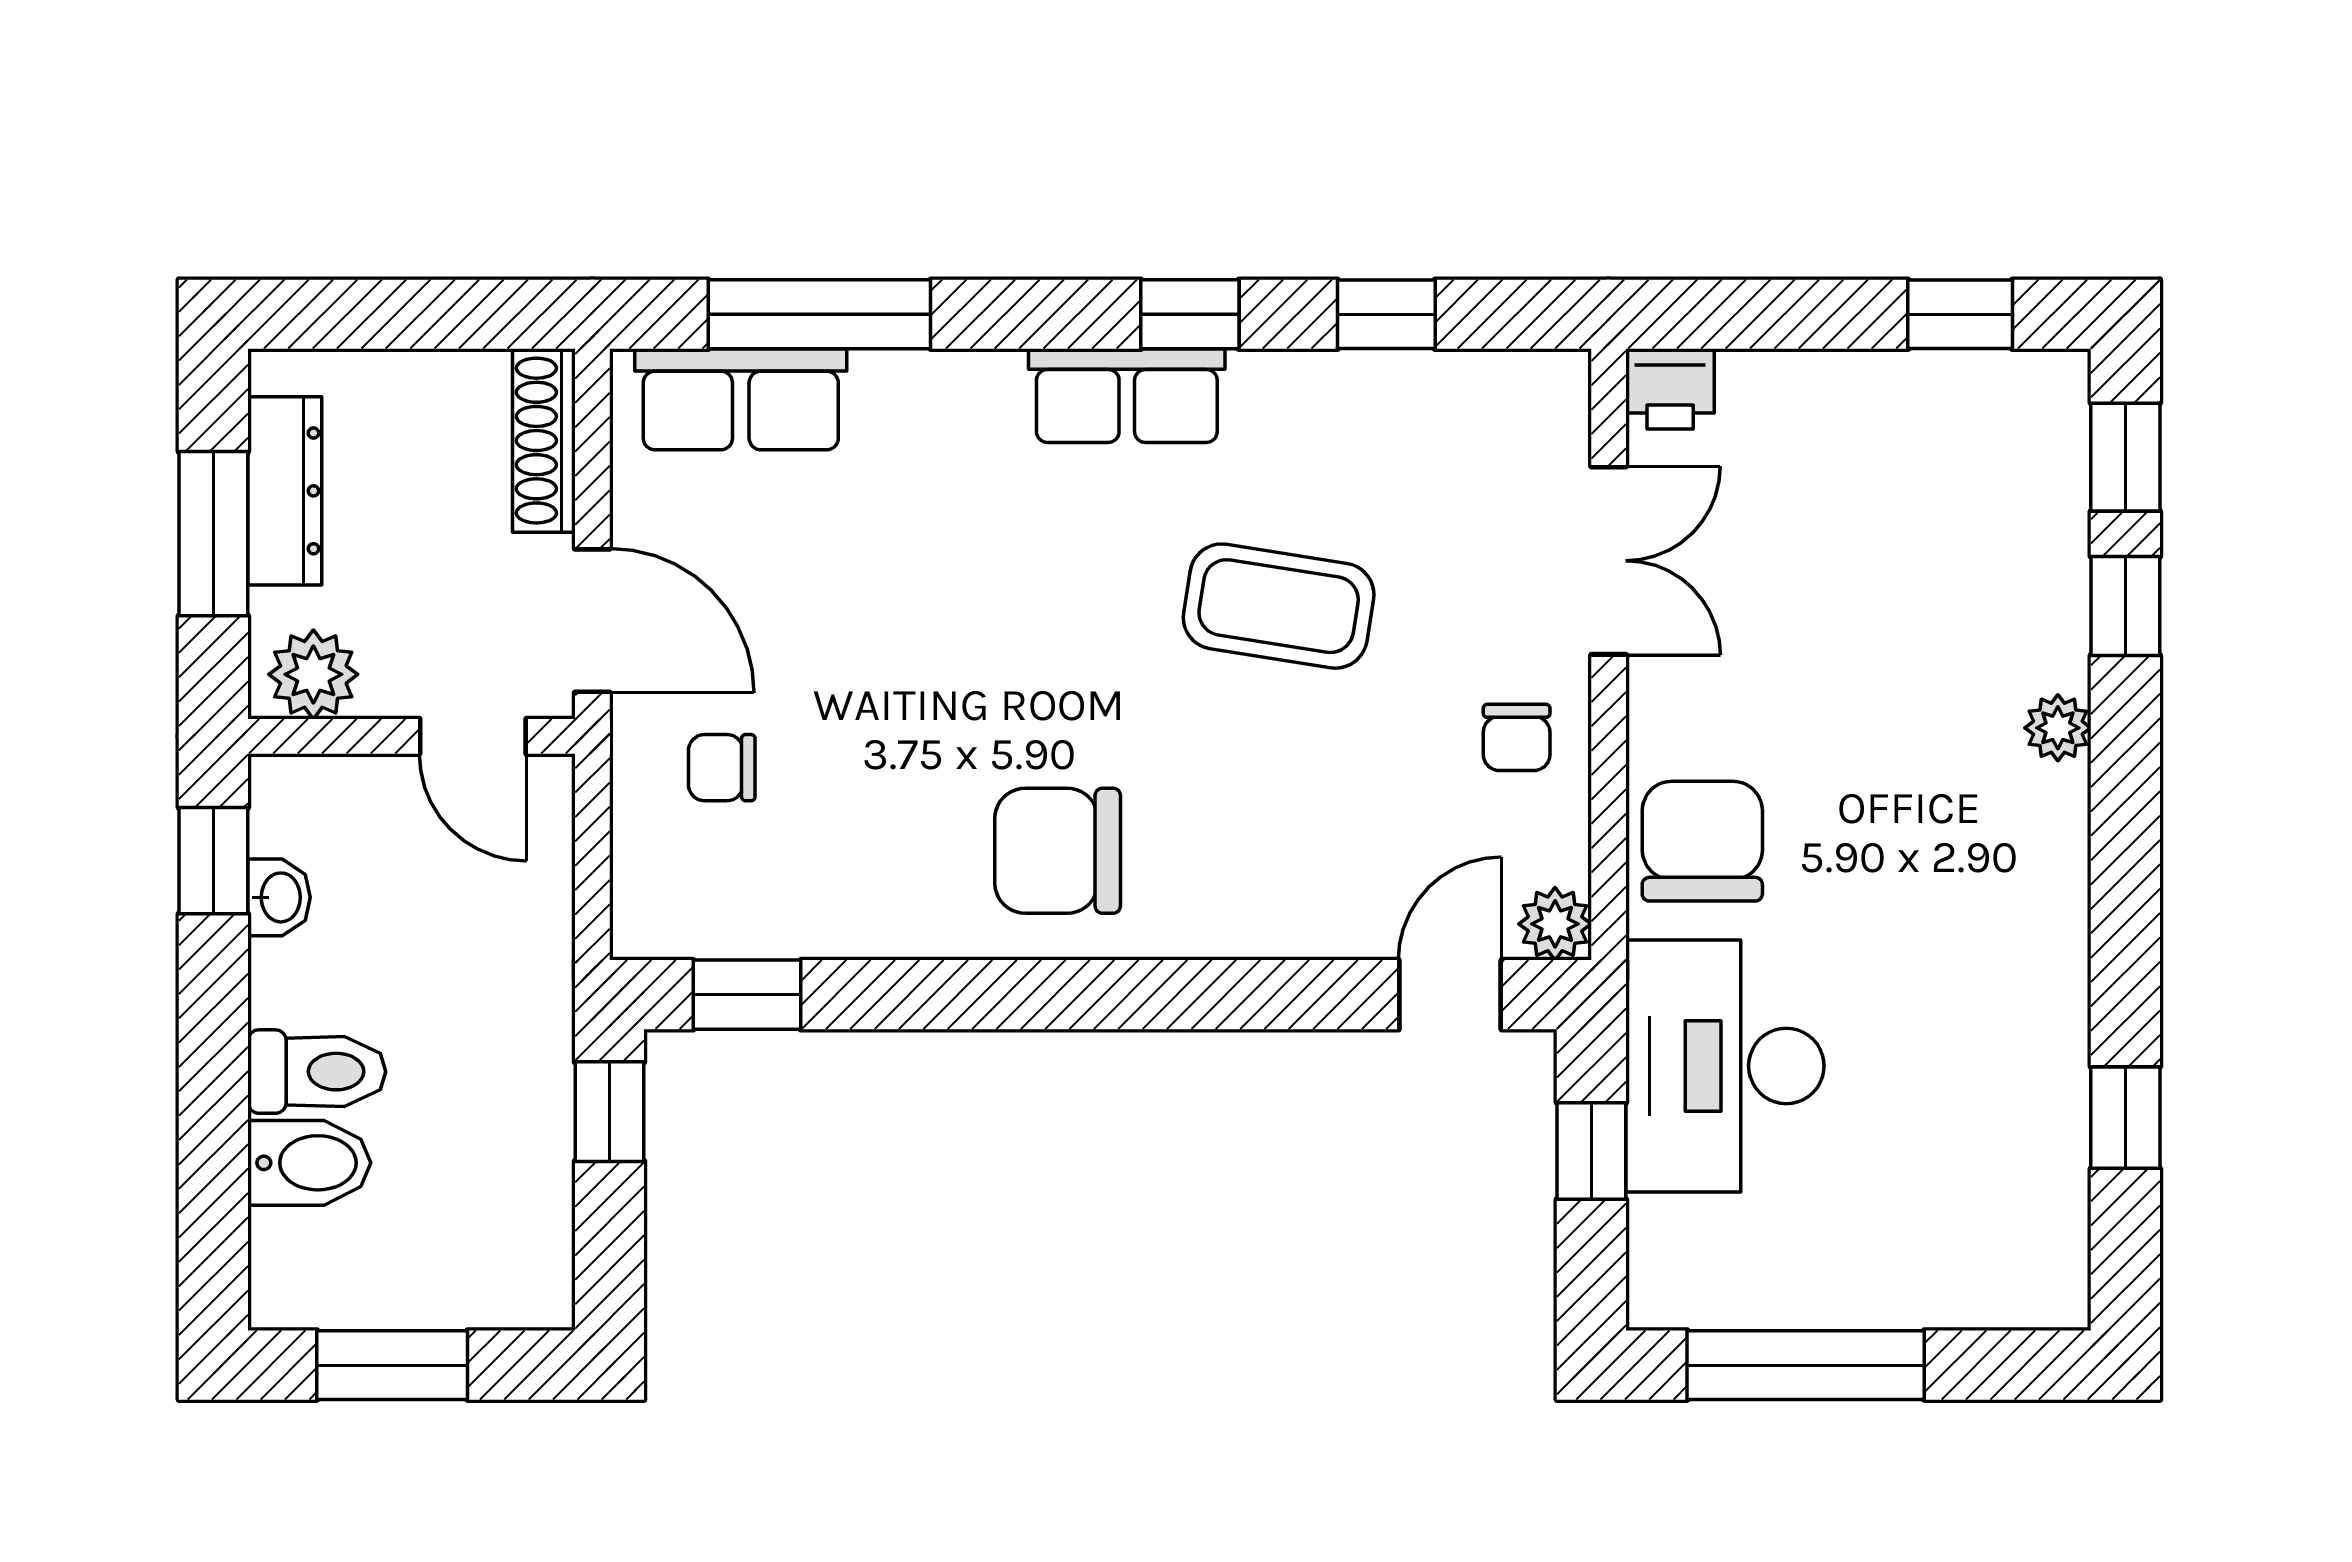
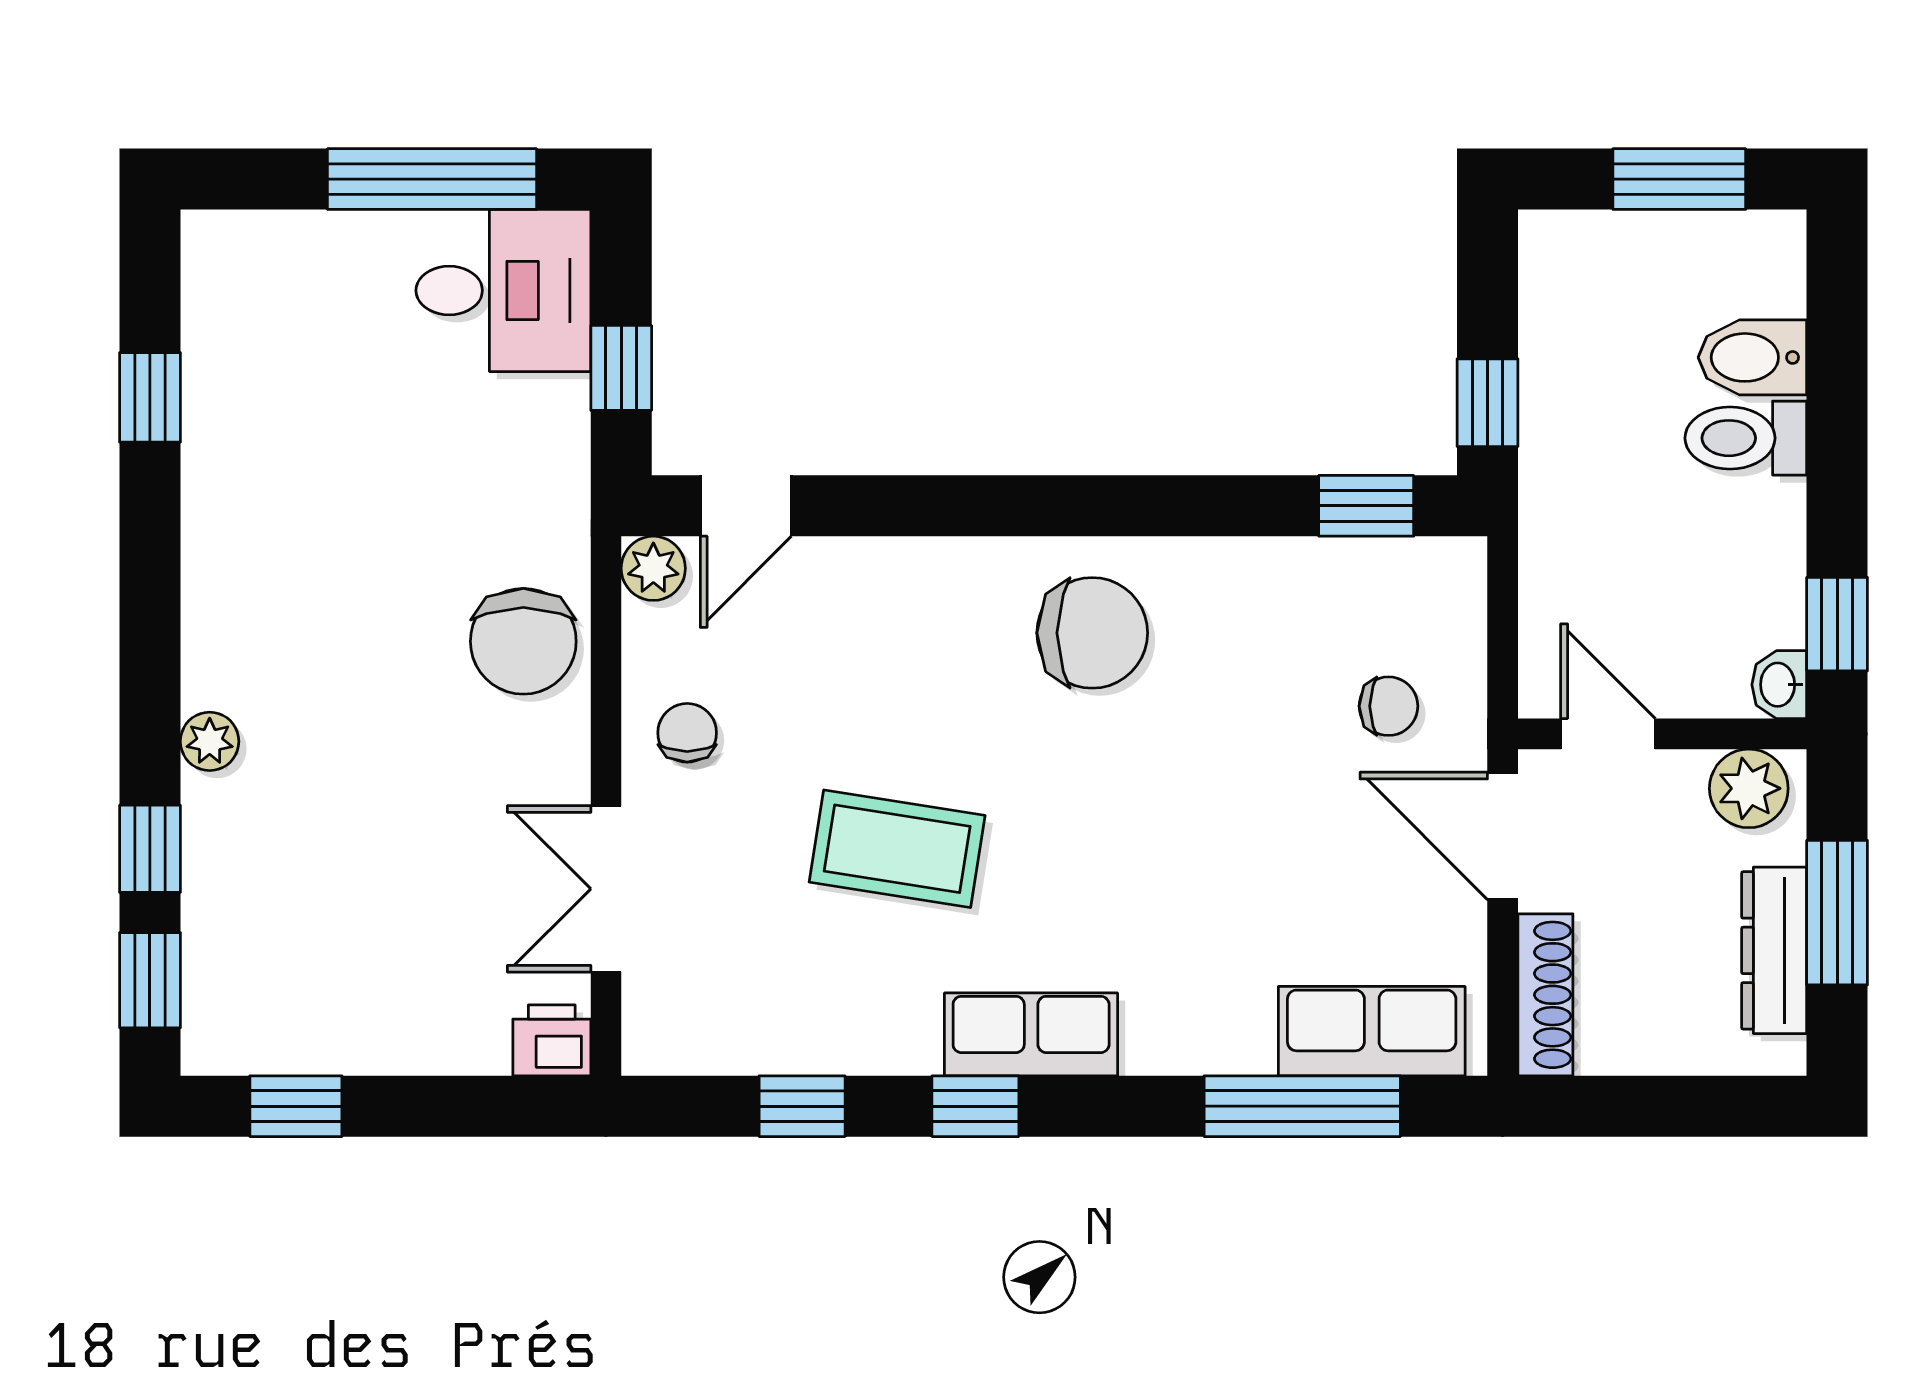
washbasin: (279, 897) -> (1779, 685), moved
desk: (1725, 1066) -> (503, 290), moved, width x0.73

